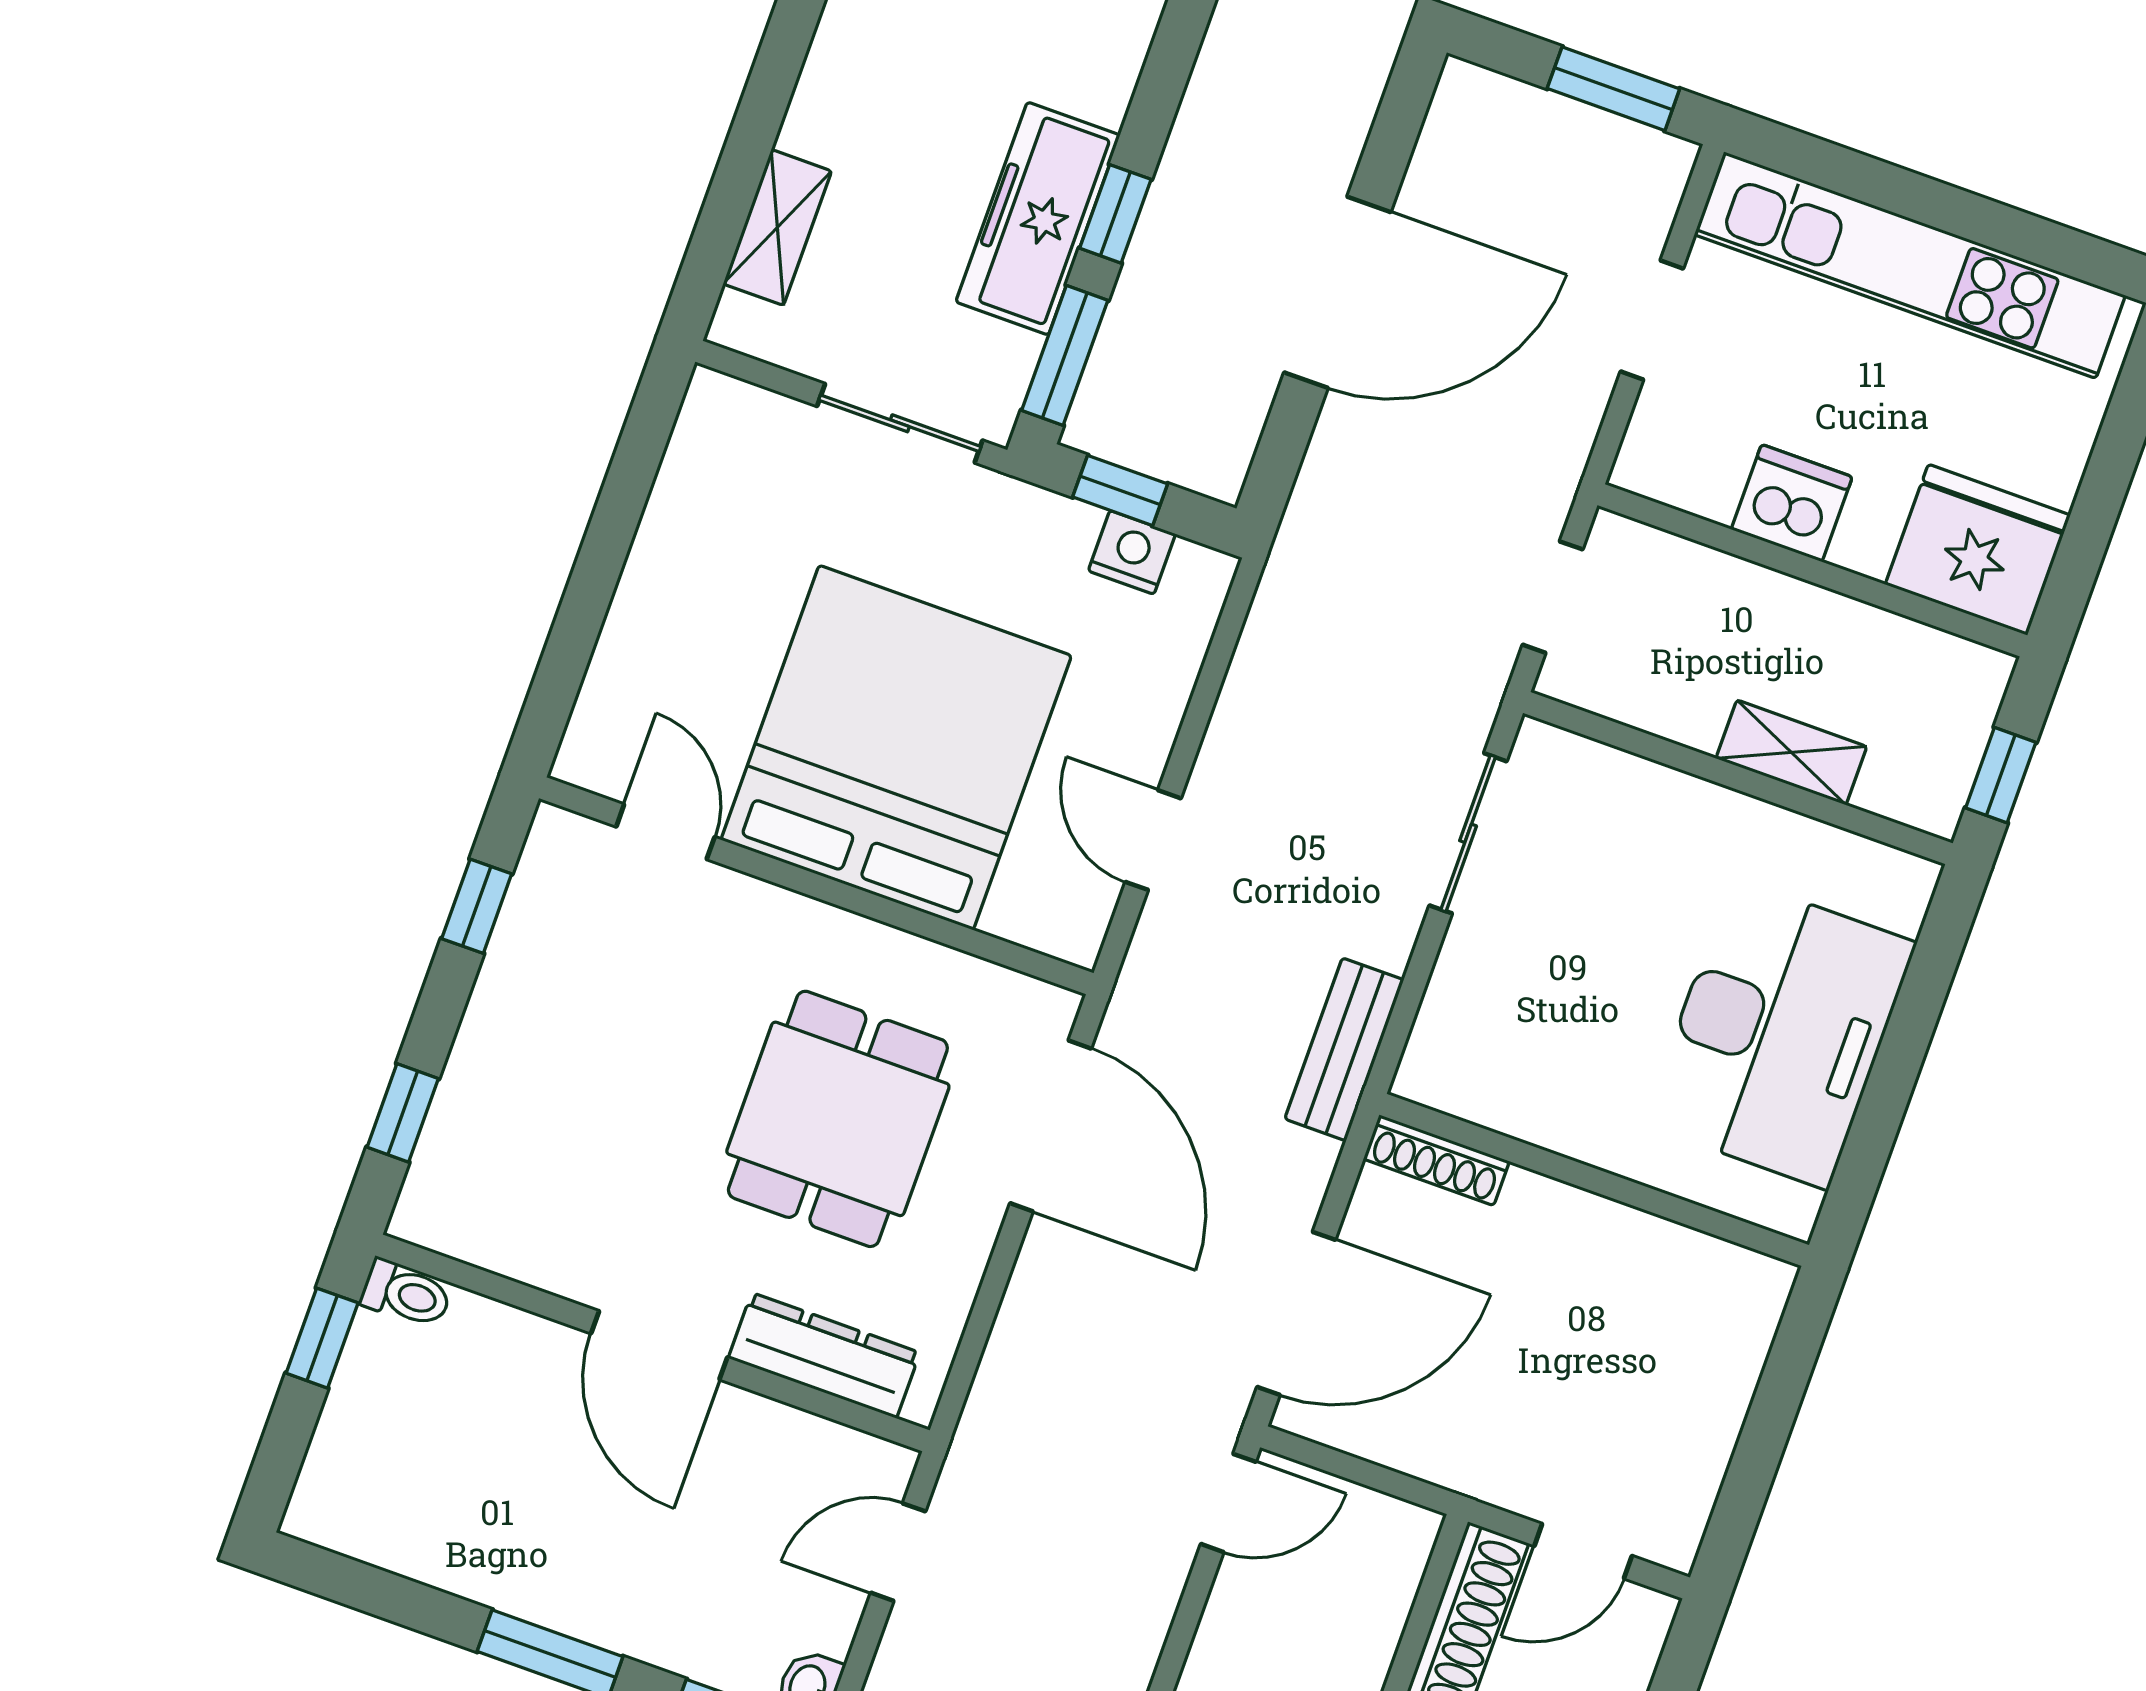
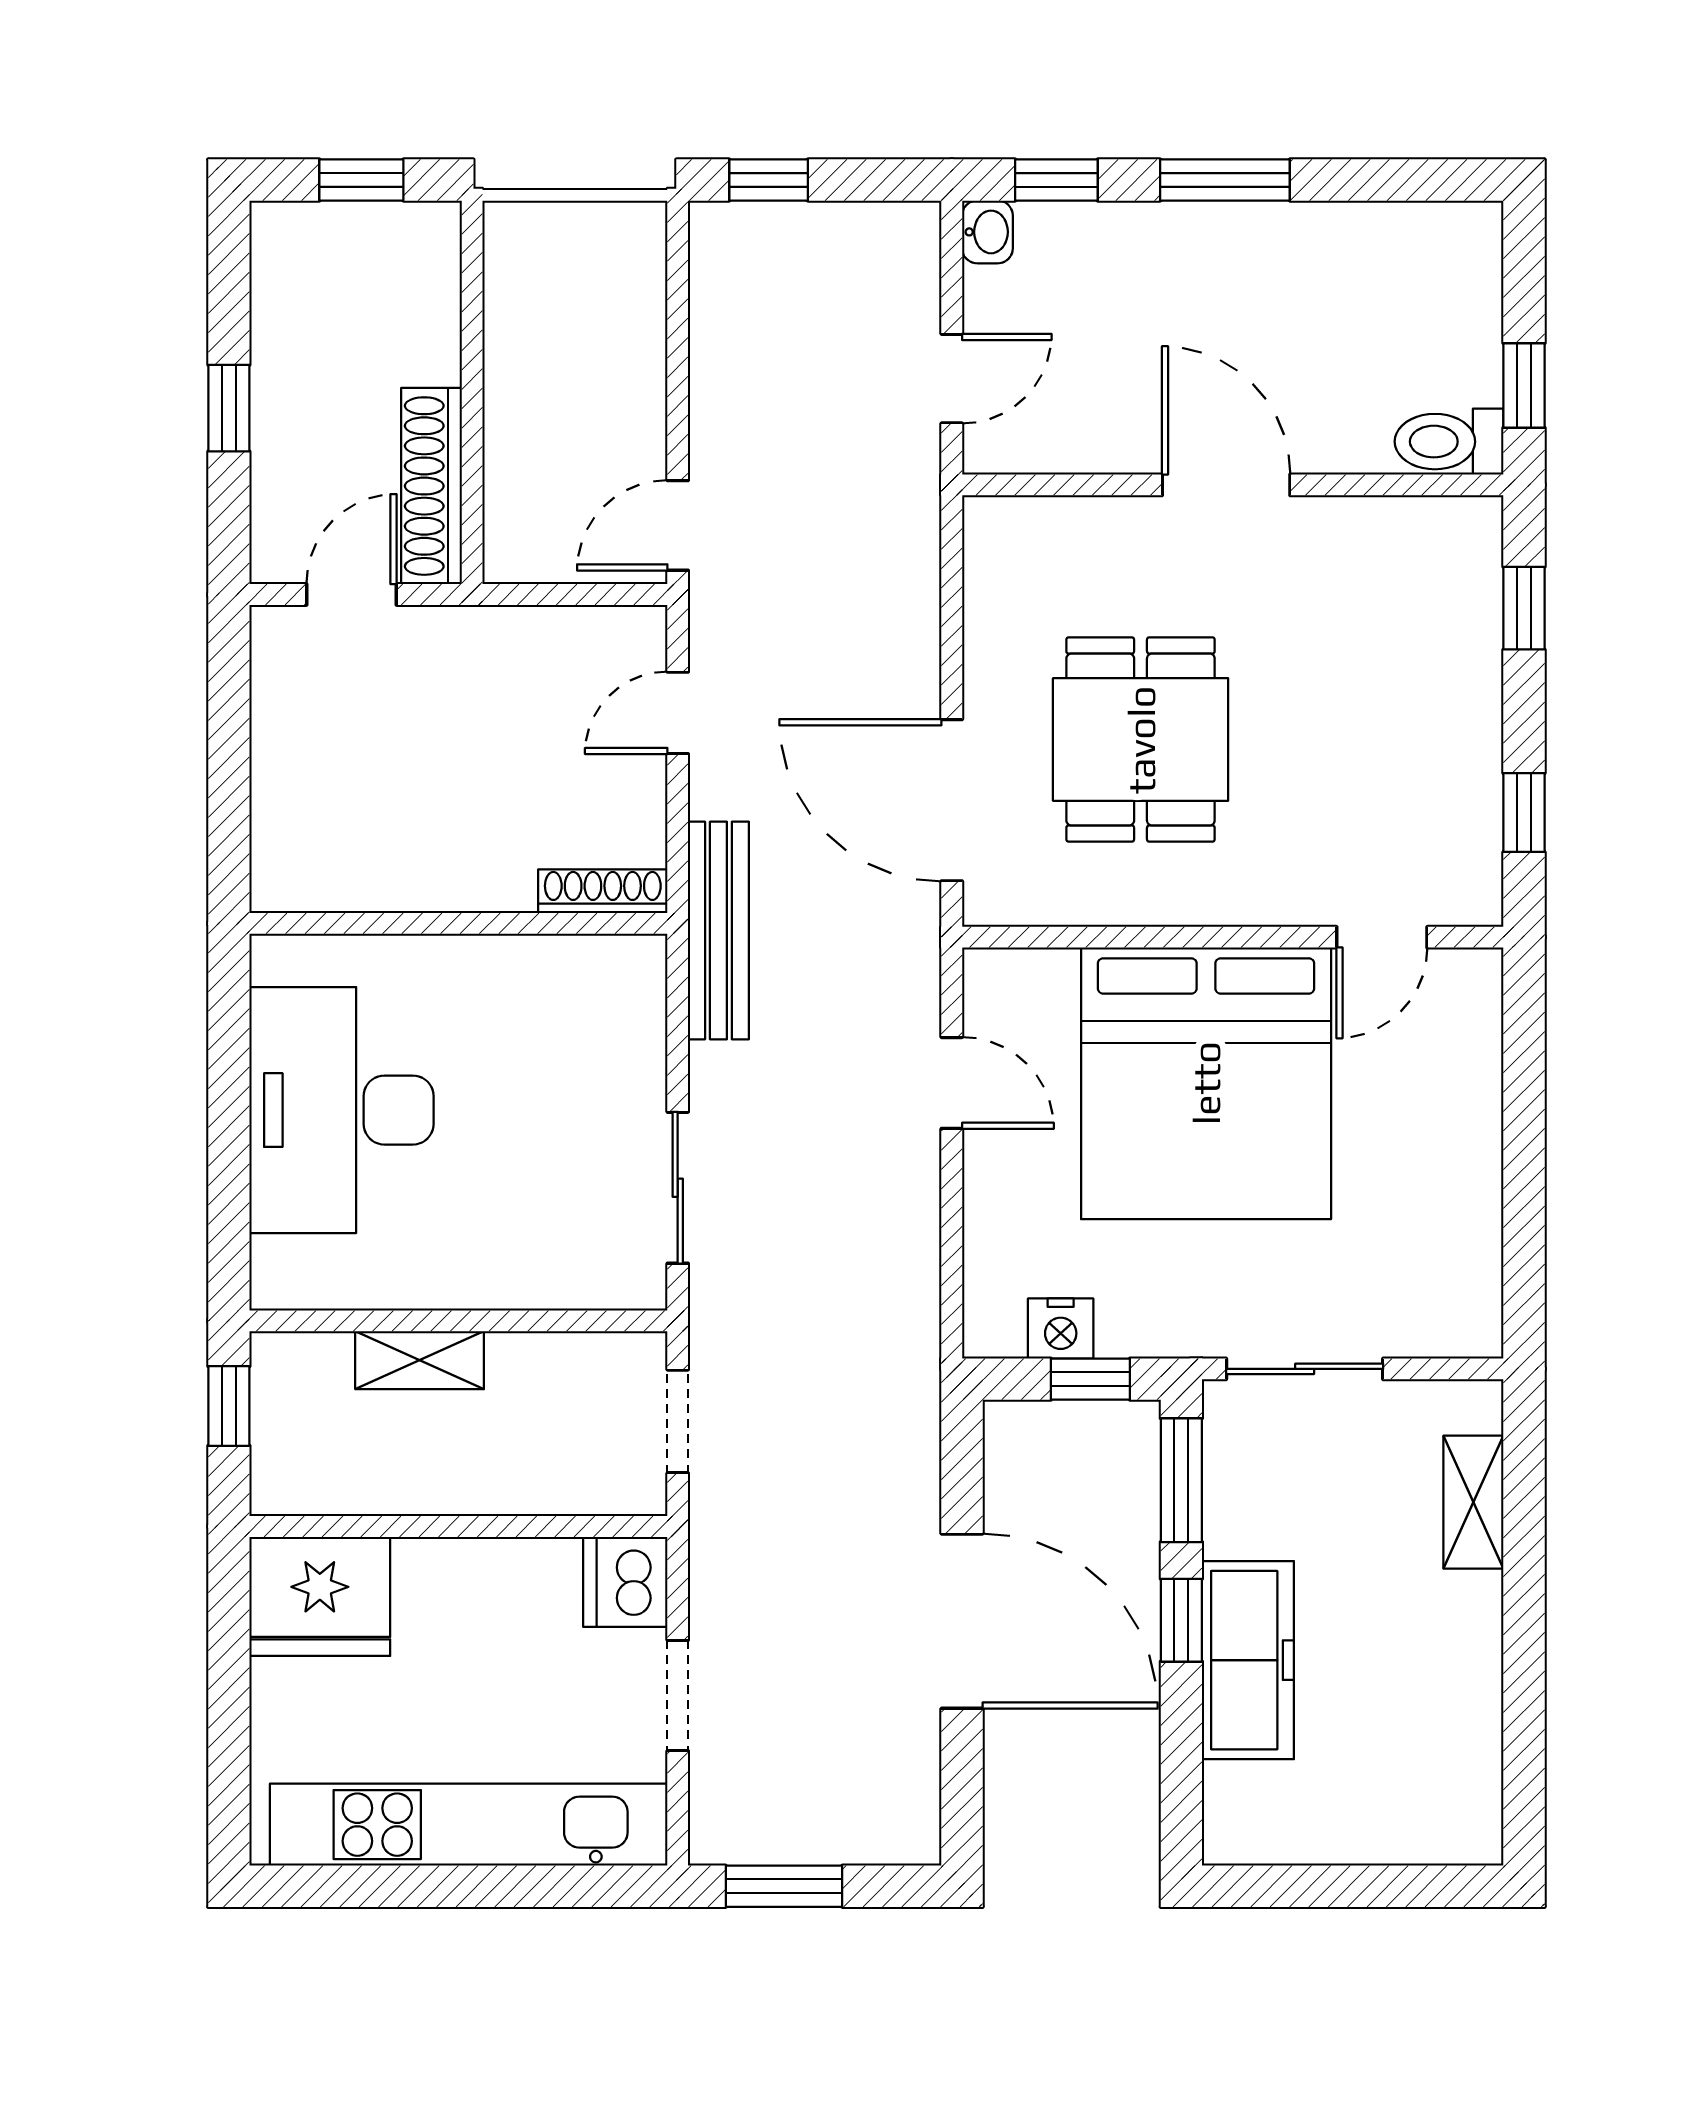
freezer: (1038, 219) -> (1248, 1660), moved
door: (1337, 292) -> (962, 1621), swing flipped
dishwasher: (1792, 503) -> (625, 1582), moved, turned 90
door: (665, 832) -> (1382, 937), hinge flipped
bench: (1344, 1049) -> (718, 930), width x1.36
toilet: (406, 1294) -> (1449, 442), width x1.37, depth x1.39
door: (1296, 1313) -> (678, 713), width x0.53
dresser: (824, 1355) -> (1078, 528), removed

